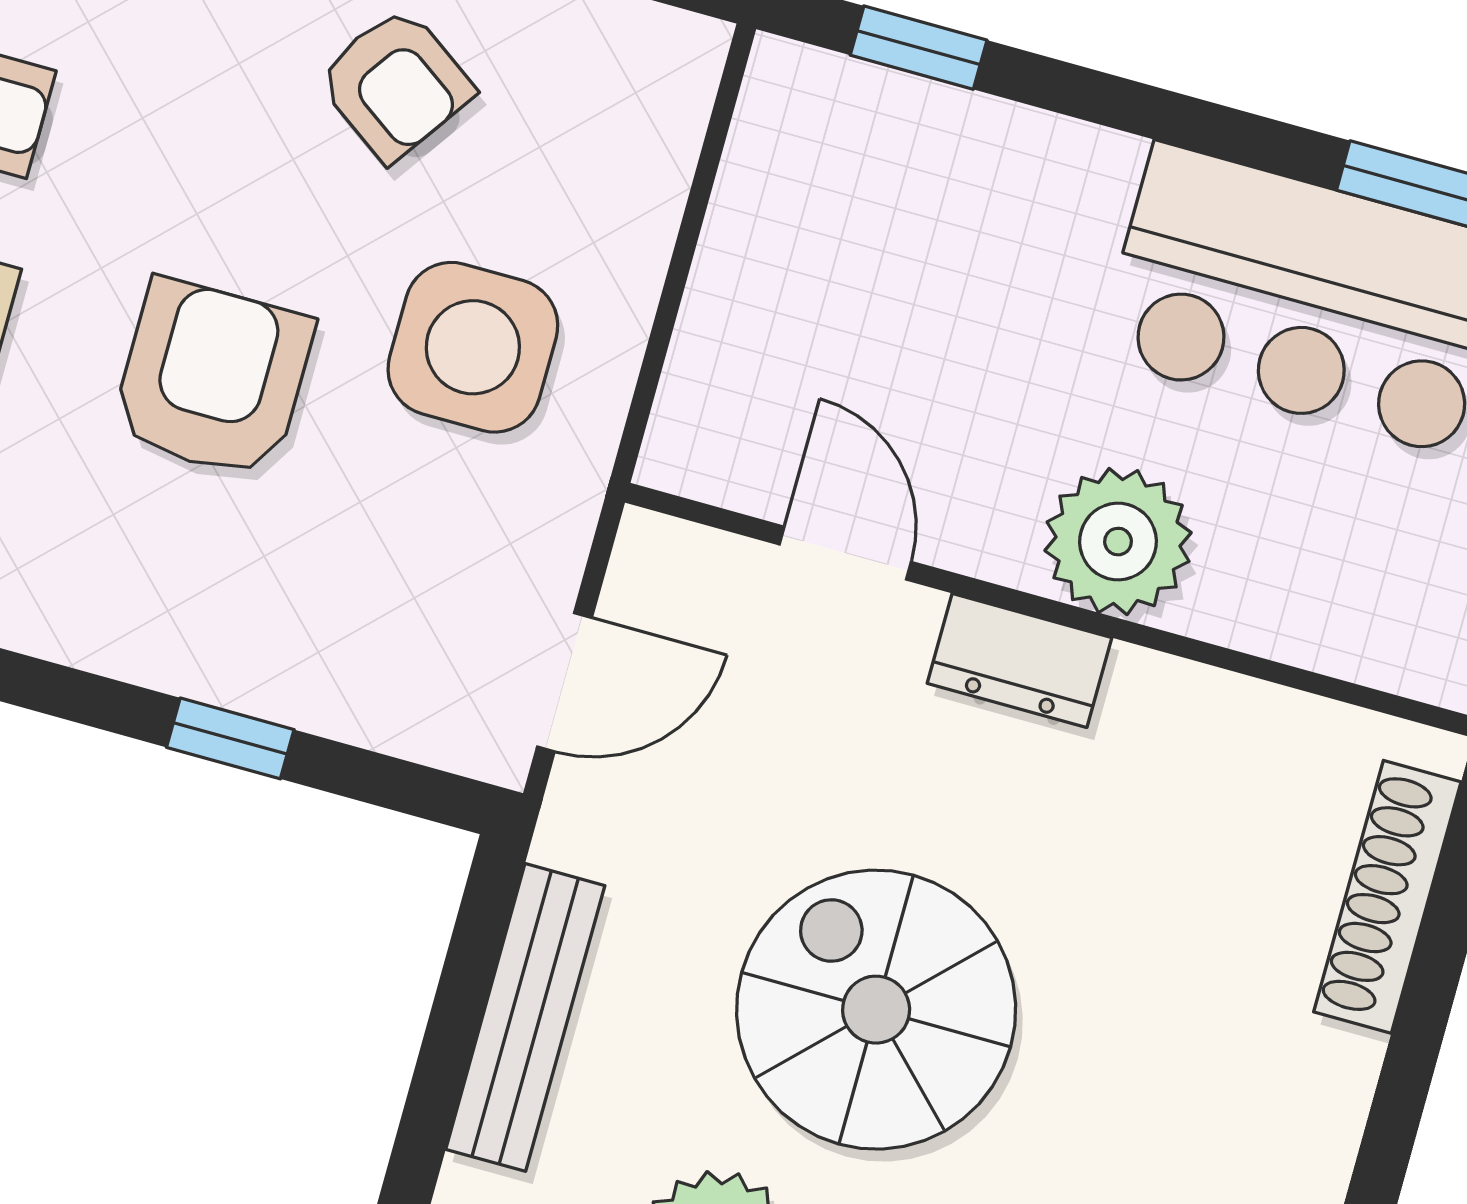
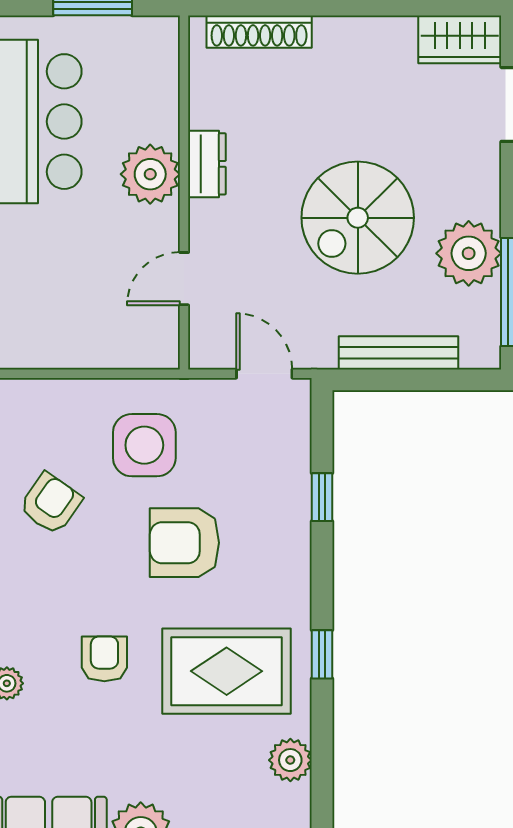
dresser: (1020, 660) -> (207, 164), moved

